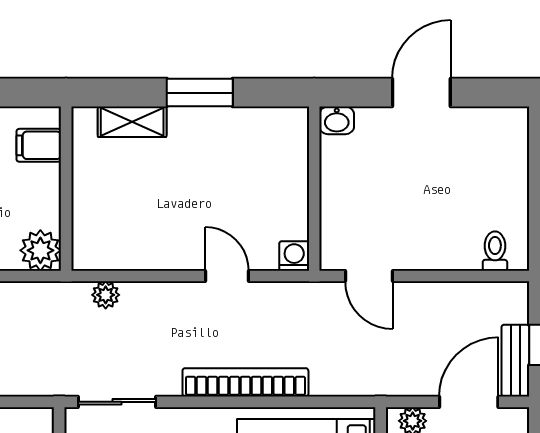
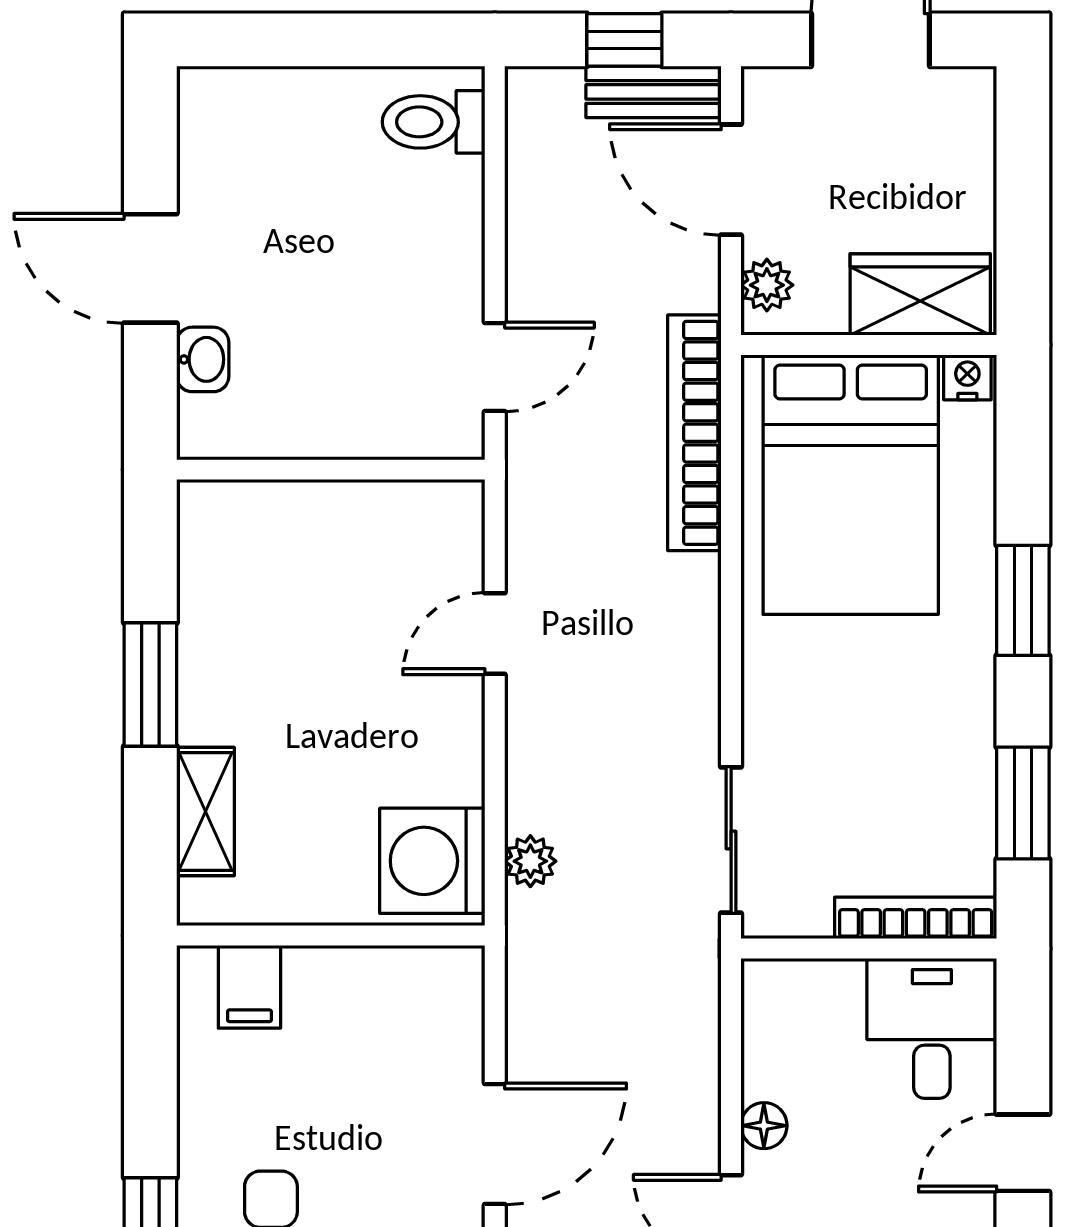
washbasin: (337, 120) -> (203, 359), moved
plant: (40, 250) -> (447, 984), removed
toilet: (495, 251) -> (434, 122), width x1.37, depth x1.39
washing machine: (294, 256) -> (432, 861), moved, width x1.89, depth x1.89
bookcase: (245, 382) -> (694, 433), moved

